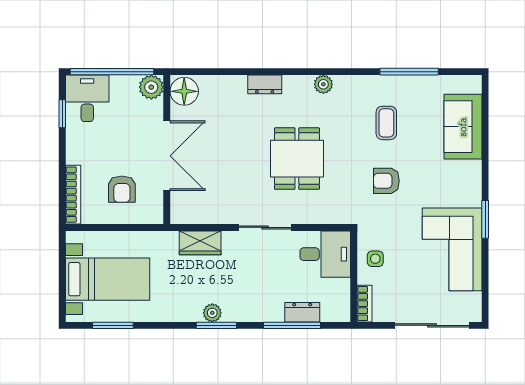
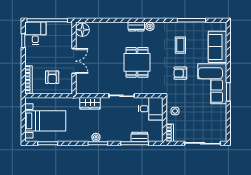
dresser: (265, 84) -> (136, 26), moved
plant: (151, 87) -> (66, 28), removed
double door: (167, 156) -> (74, 61), width x0.73
corner sofa: (452, 249) -> (212, 84), moved

